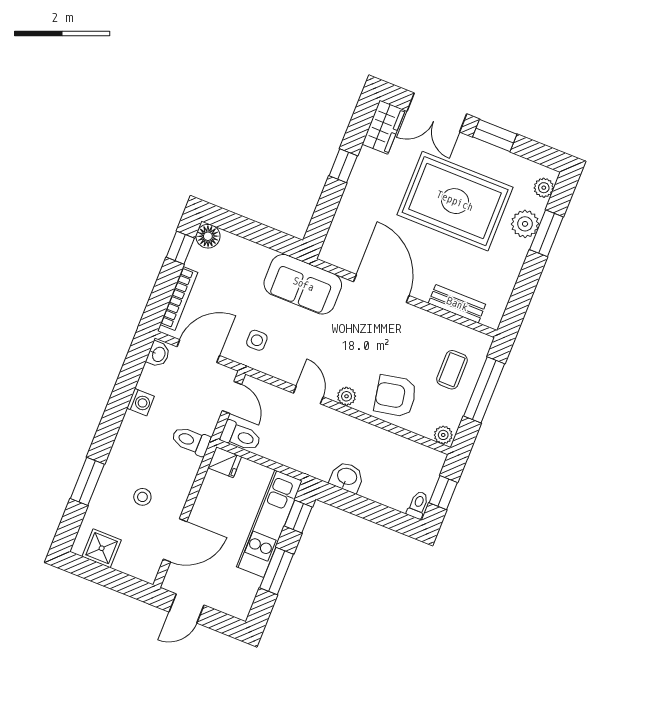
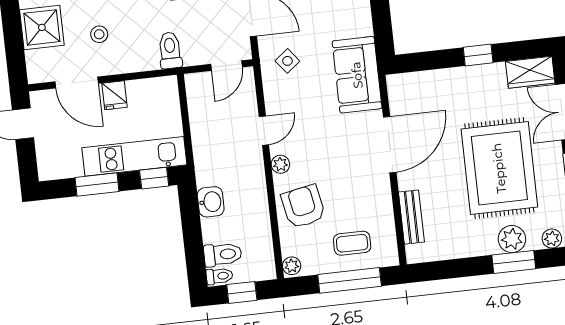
side table: (257, 340) -> (287, 61), turned -38
toilet: (241, 436) -> (223, 254), moved, turned -90
fridge: (225, 462) -> (114, 95), moved
shower: (102, 548) -> (42, 27), width x1.36, depth x1.36

